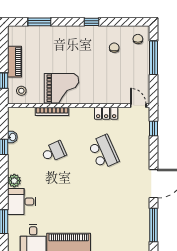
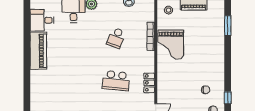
window: (91, 22) -> (228, 98), moved
school desk: (54, 152) -> (116, 38), turned 45
school desk: (104, 152) -> (116, 81), turned 30

